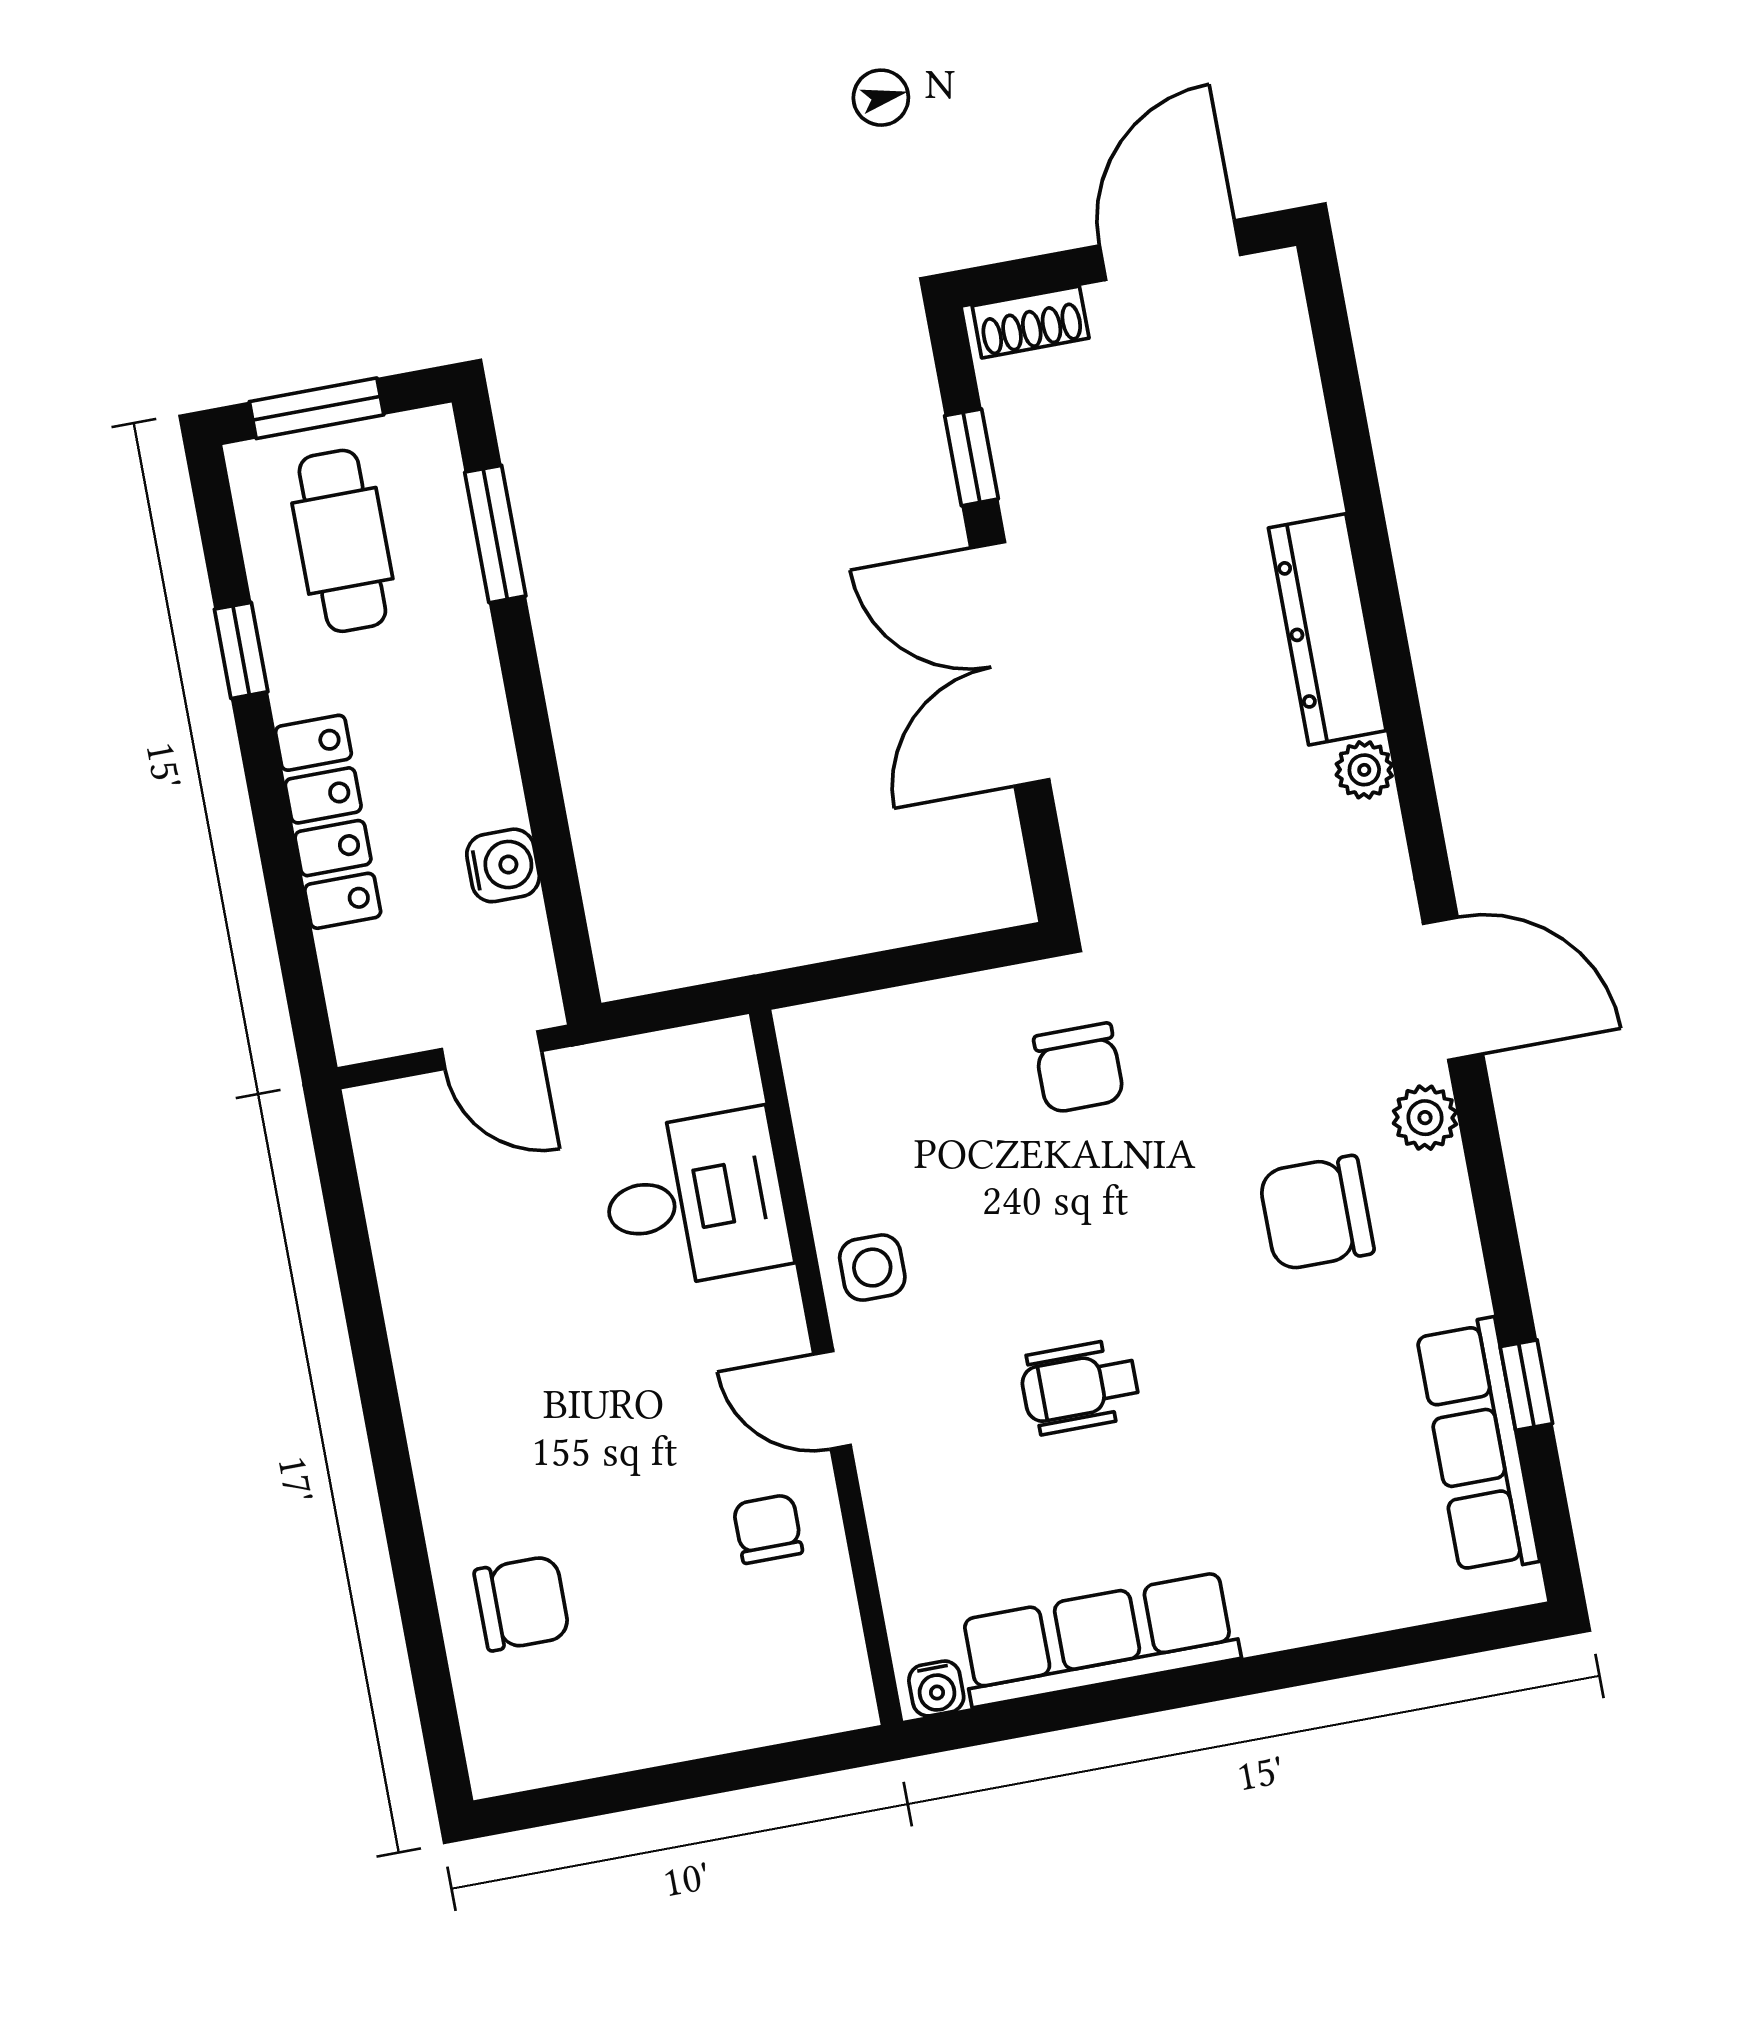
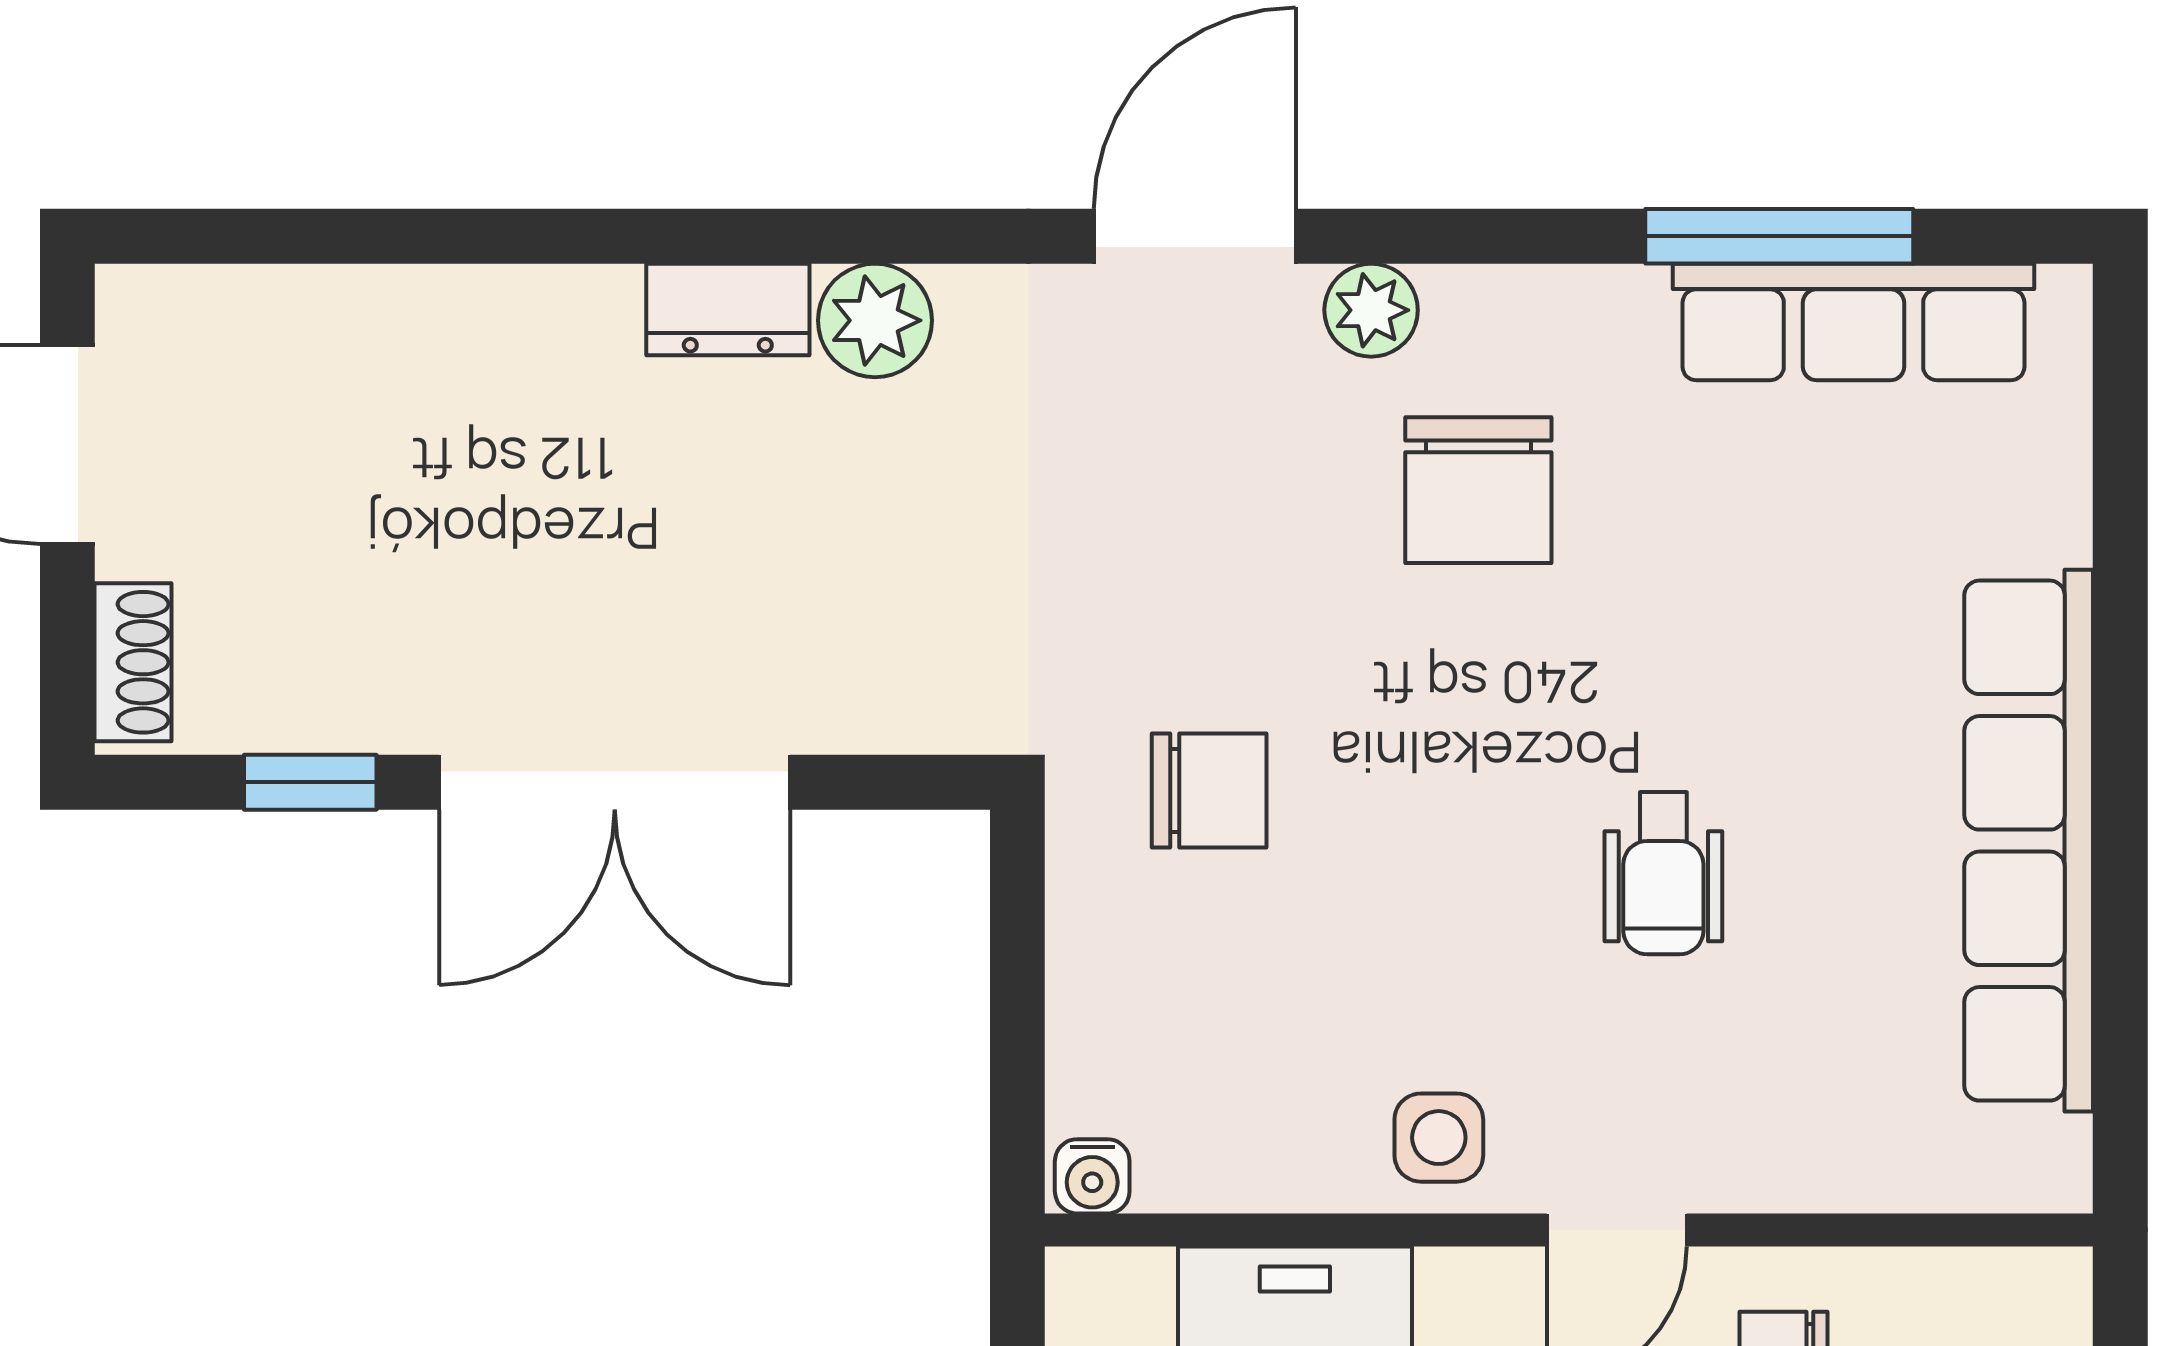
dresser: (1327, 629) -> (728, 309), width x0.51, depth x0.80
plant: (1364, 770) -> (875, 320), width x1.38, depth x1.38
window: (1526, 1385) -> (1779, 236), width x2.17
row of seats: (1099, 1639) -> (2029, 841), width x1.36
water cooler: (936, 1688) -> (1092, 1176), moved, turned 90

